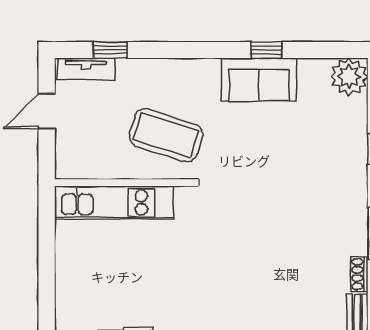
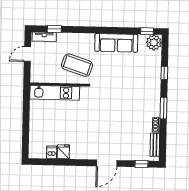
window: (266, 50) -> (147, 31), moved
sofa: (259, 80) -> (116, 43), width x1.36

